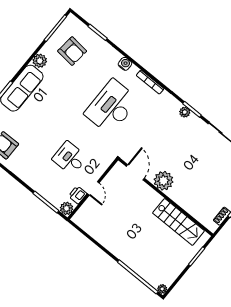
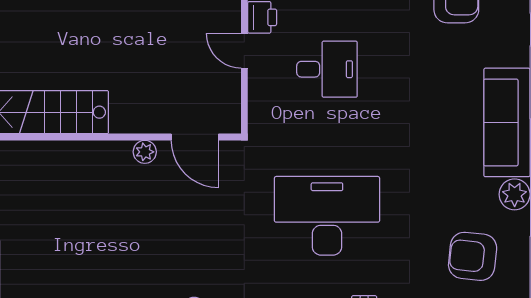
desk: (112, 107) -> (327, 216), turned -90
plant: (164, 181) -> (145, 152), width x0.53, depth x0.53

